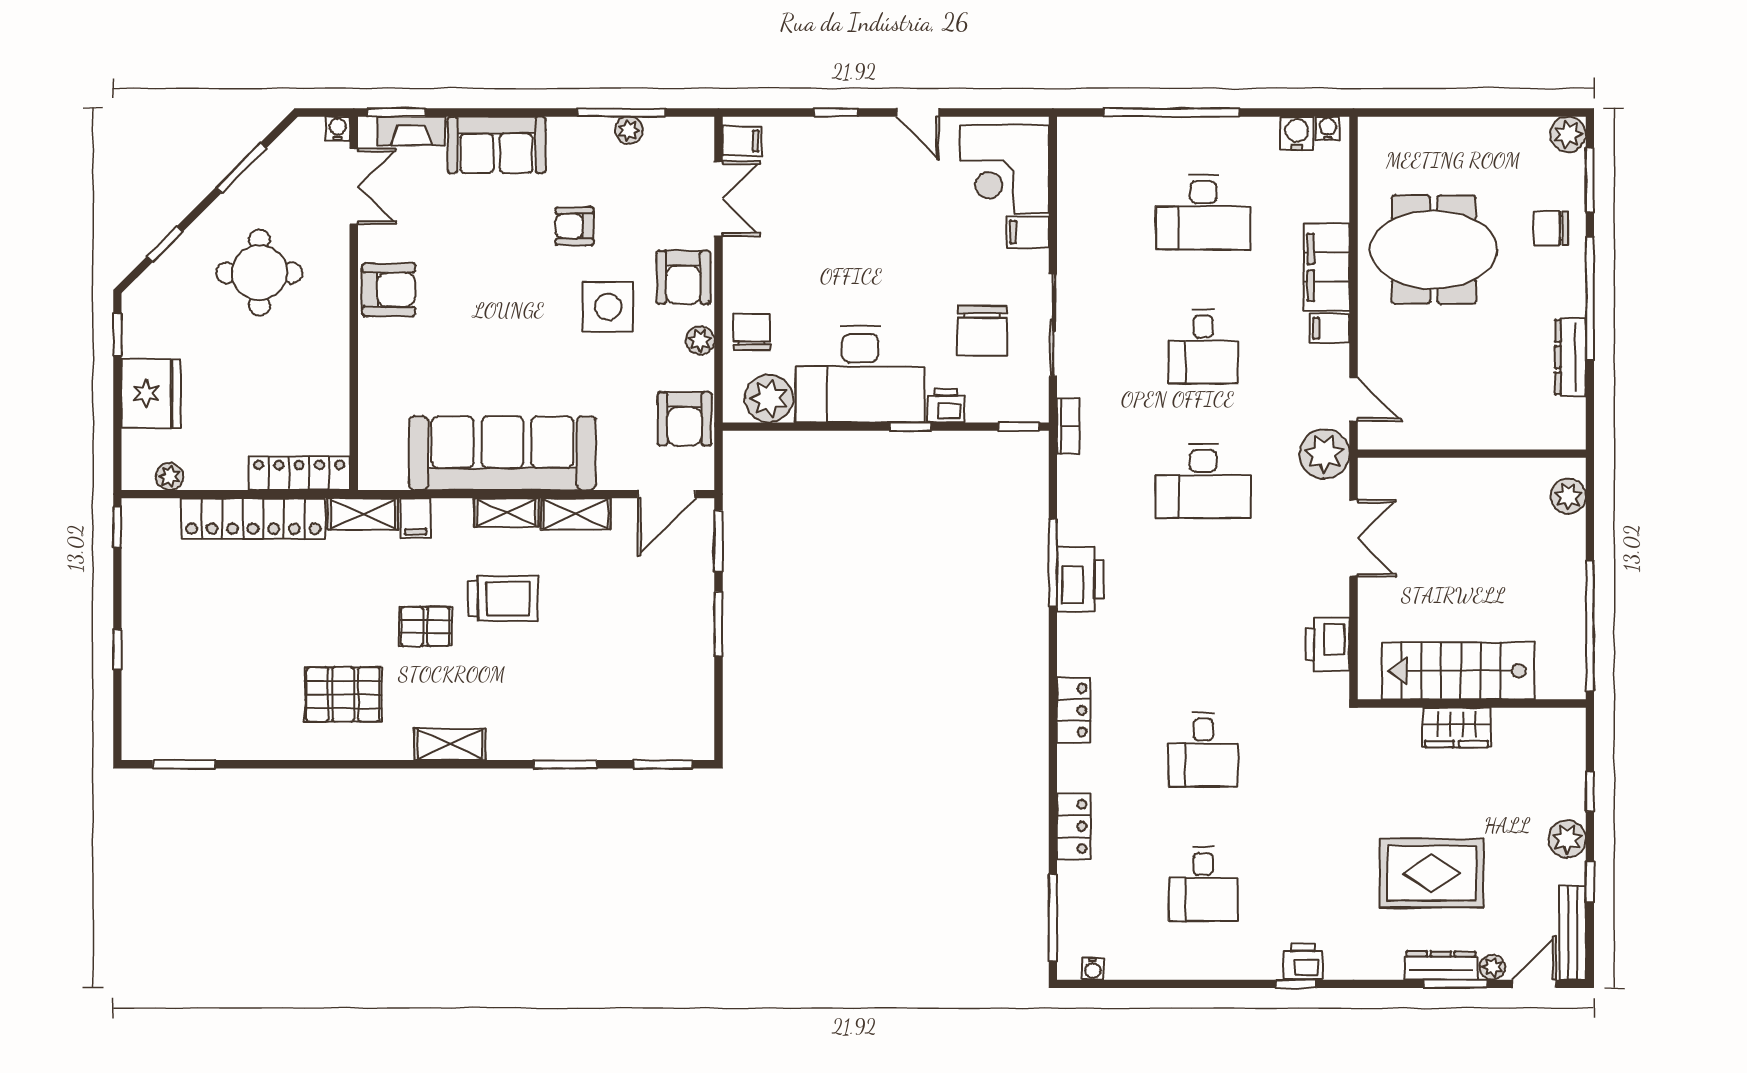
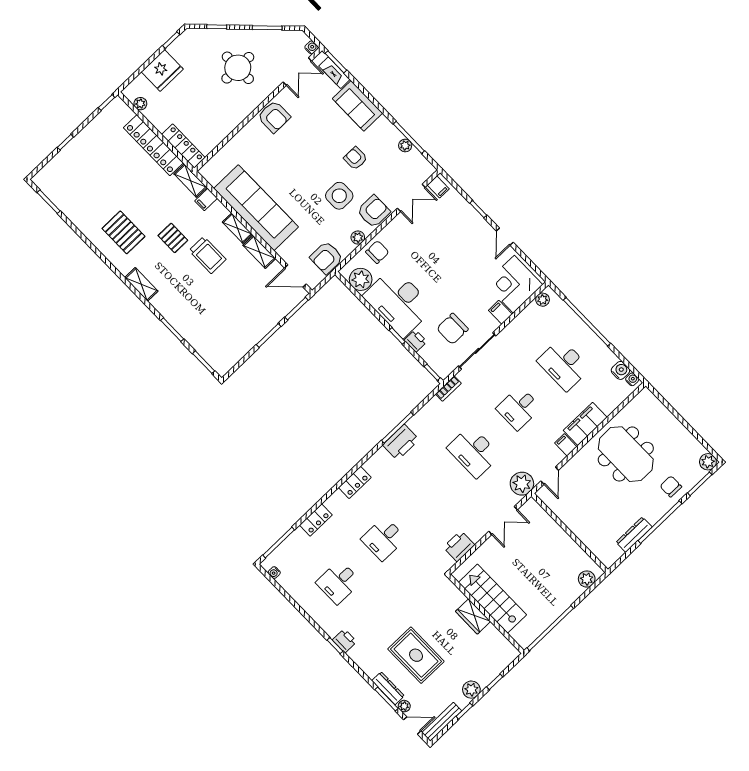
plant: (1071, 148) -> (543, 300), added
armchair: (683, 277) -> (374, 211), turned 180

